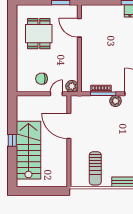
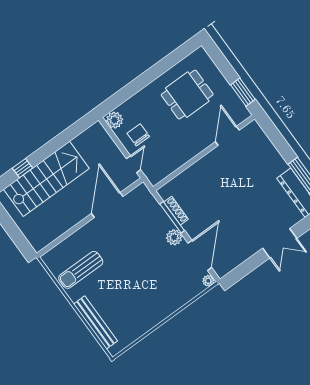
plant: (72, 86) -> (115, 120), moved
door: (56, 94) -> (134, 164), hinge flipped
window: (12, 140) -> (23, 168), moved

